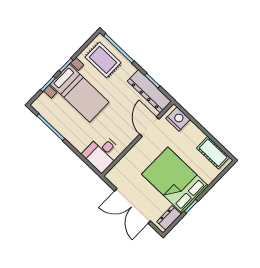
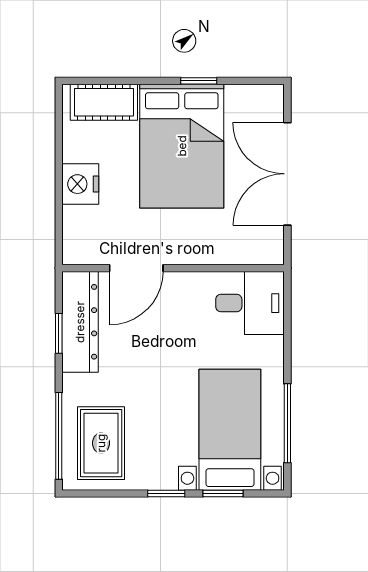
bed with nightstands: (80, 93) -> (230, 430), moved
nightstand: (178, 119) -> (80, 184), moved
cot: (213, 153) -> (104, 102), moved, turned 90
double door: (132, 206) -> (287, 174), swing flipped
dresser: (169, 218) -> (251, 98), removed

